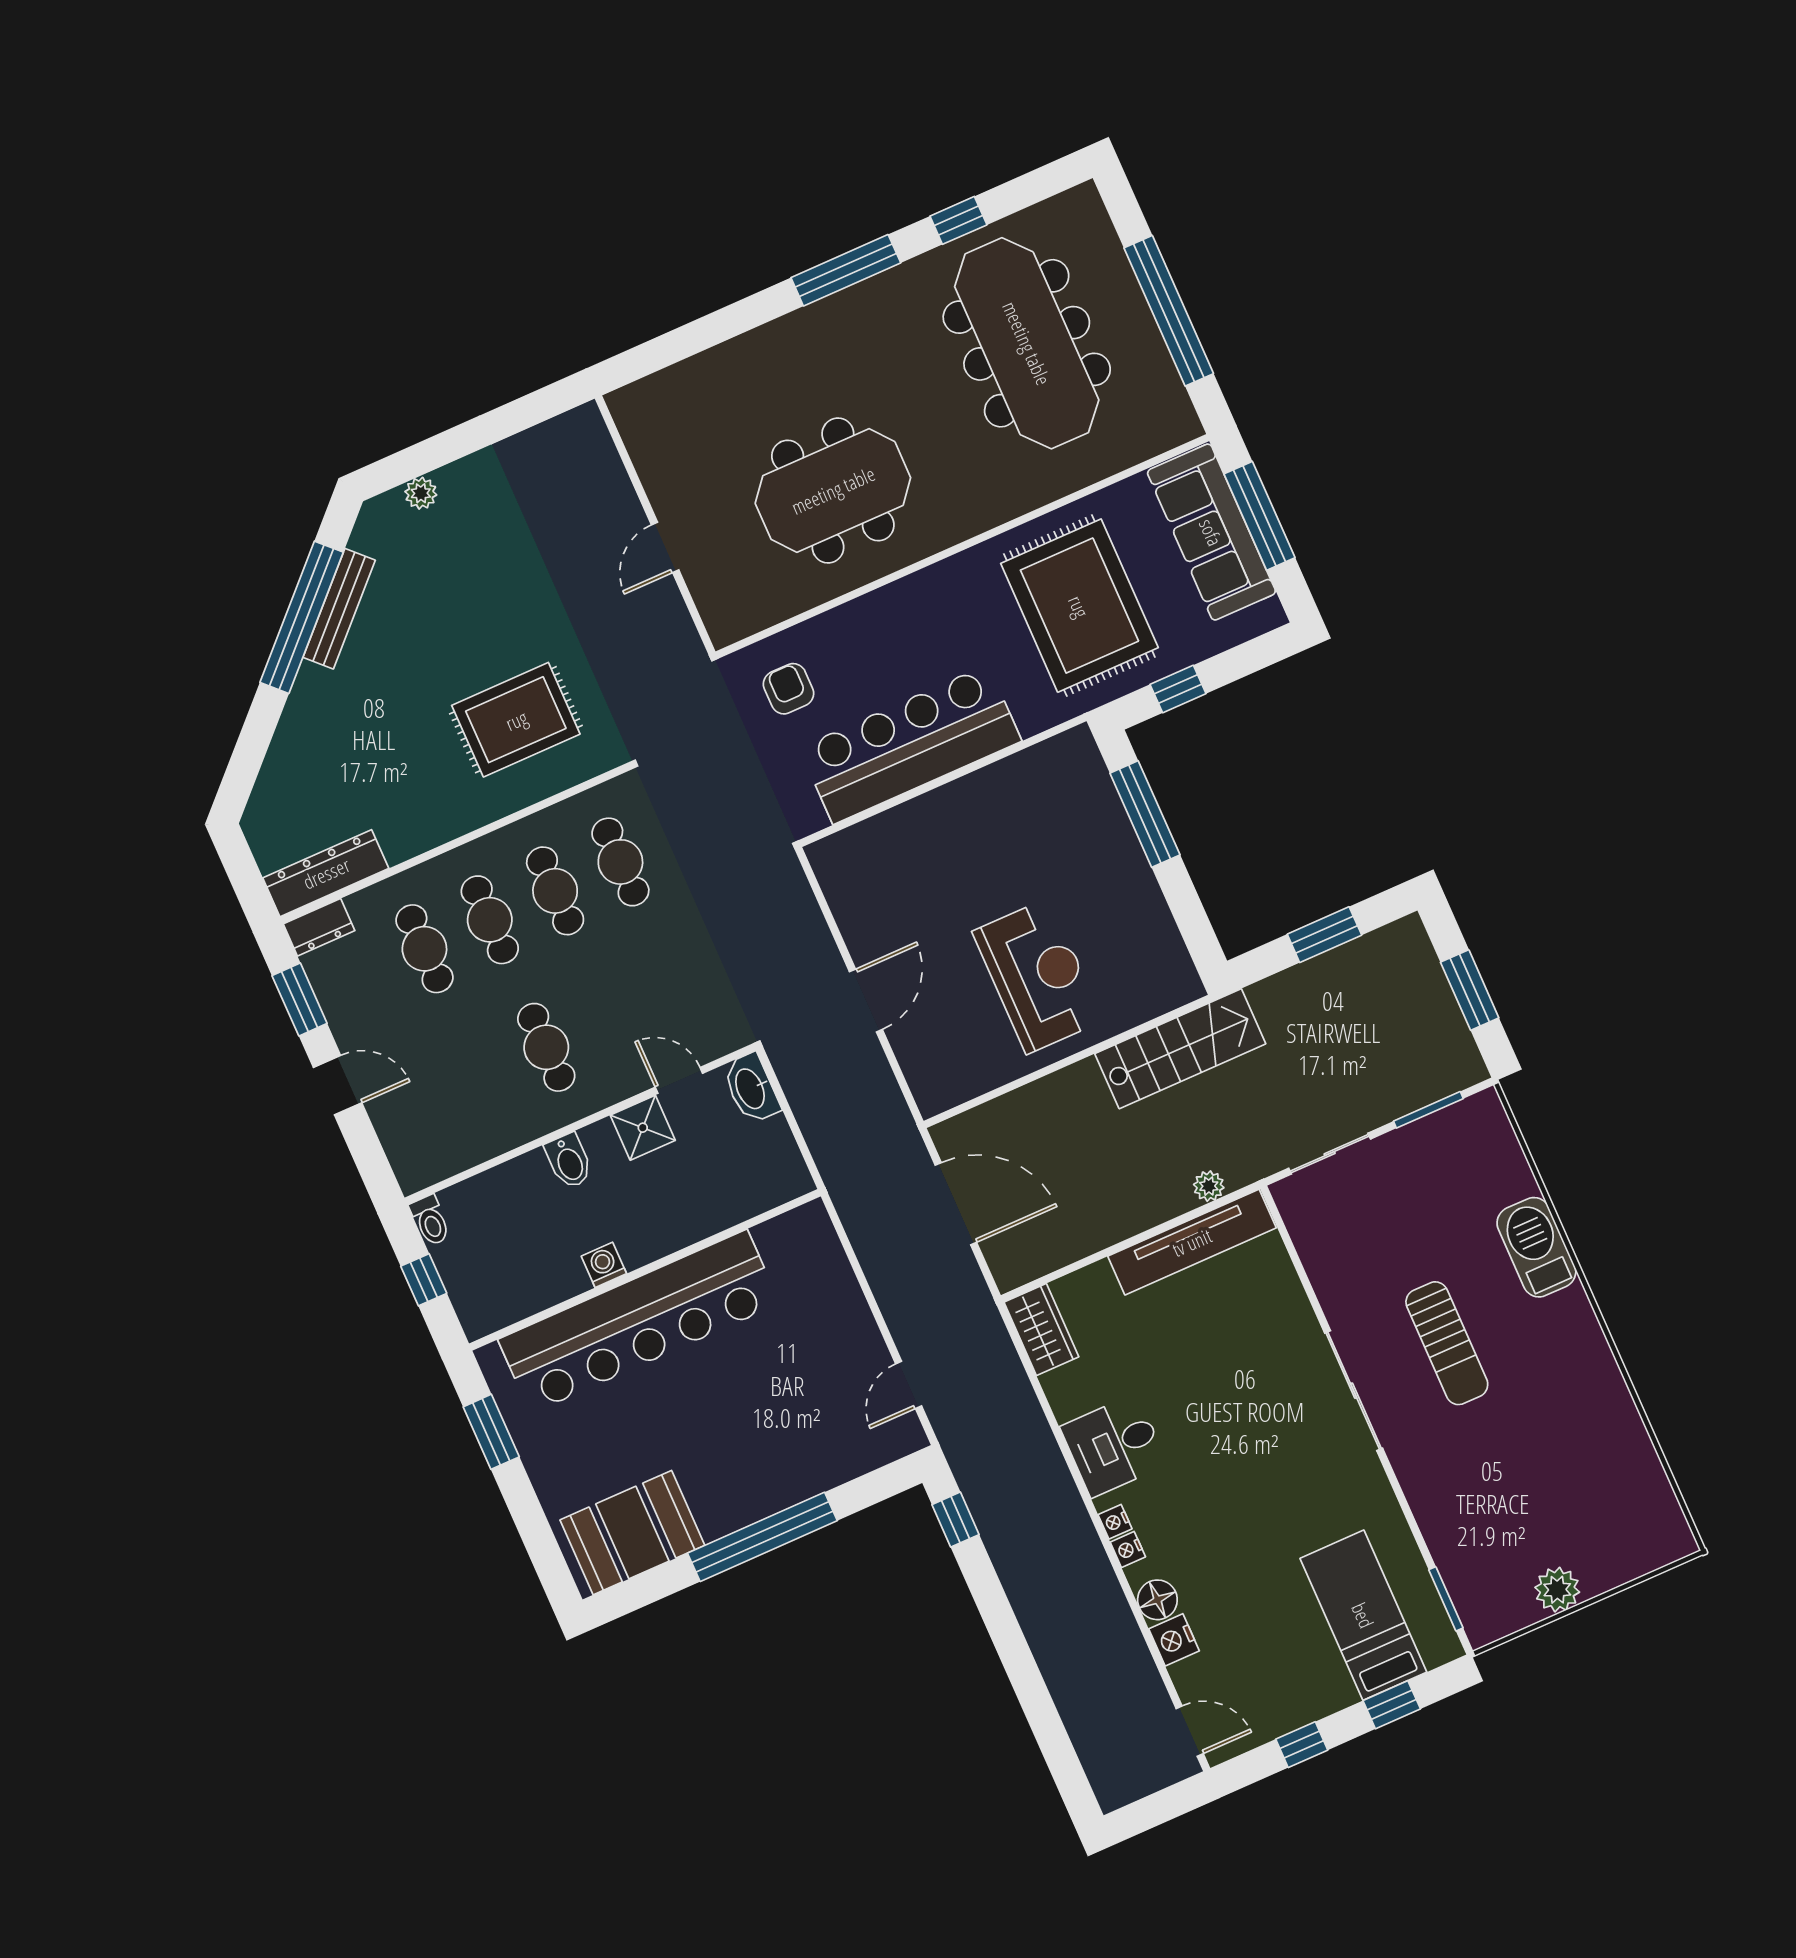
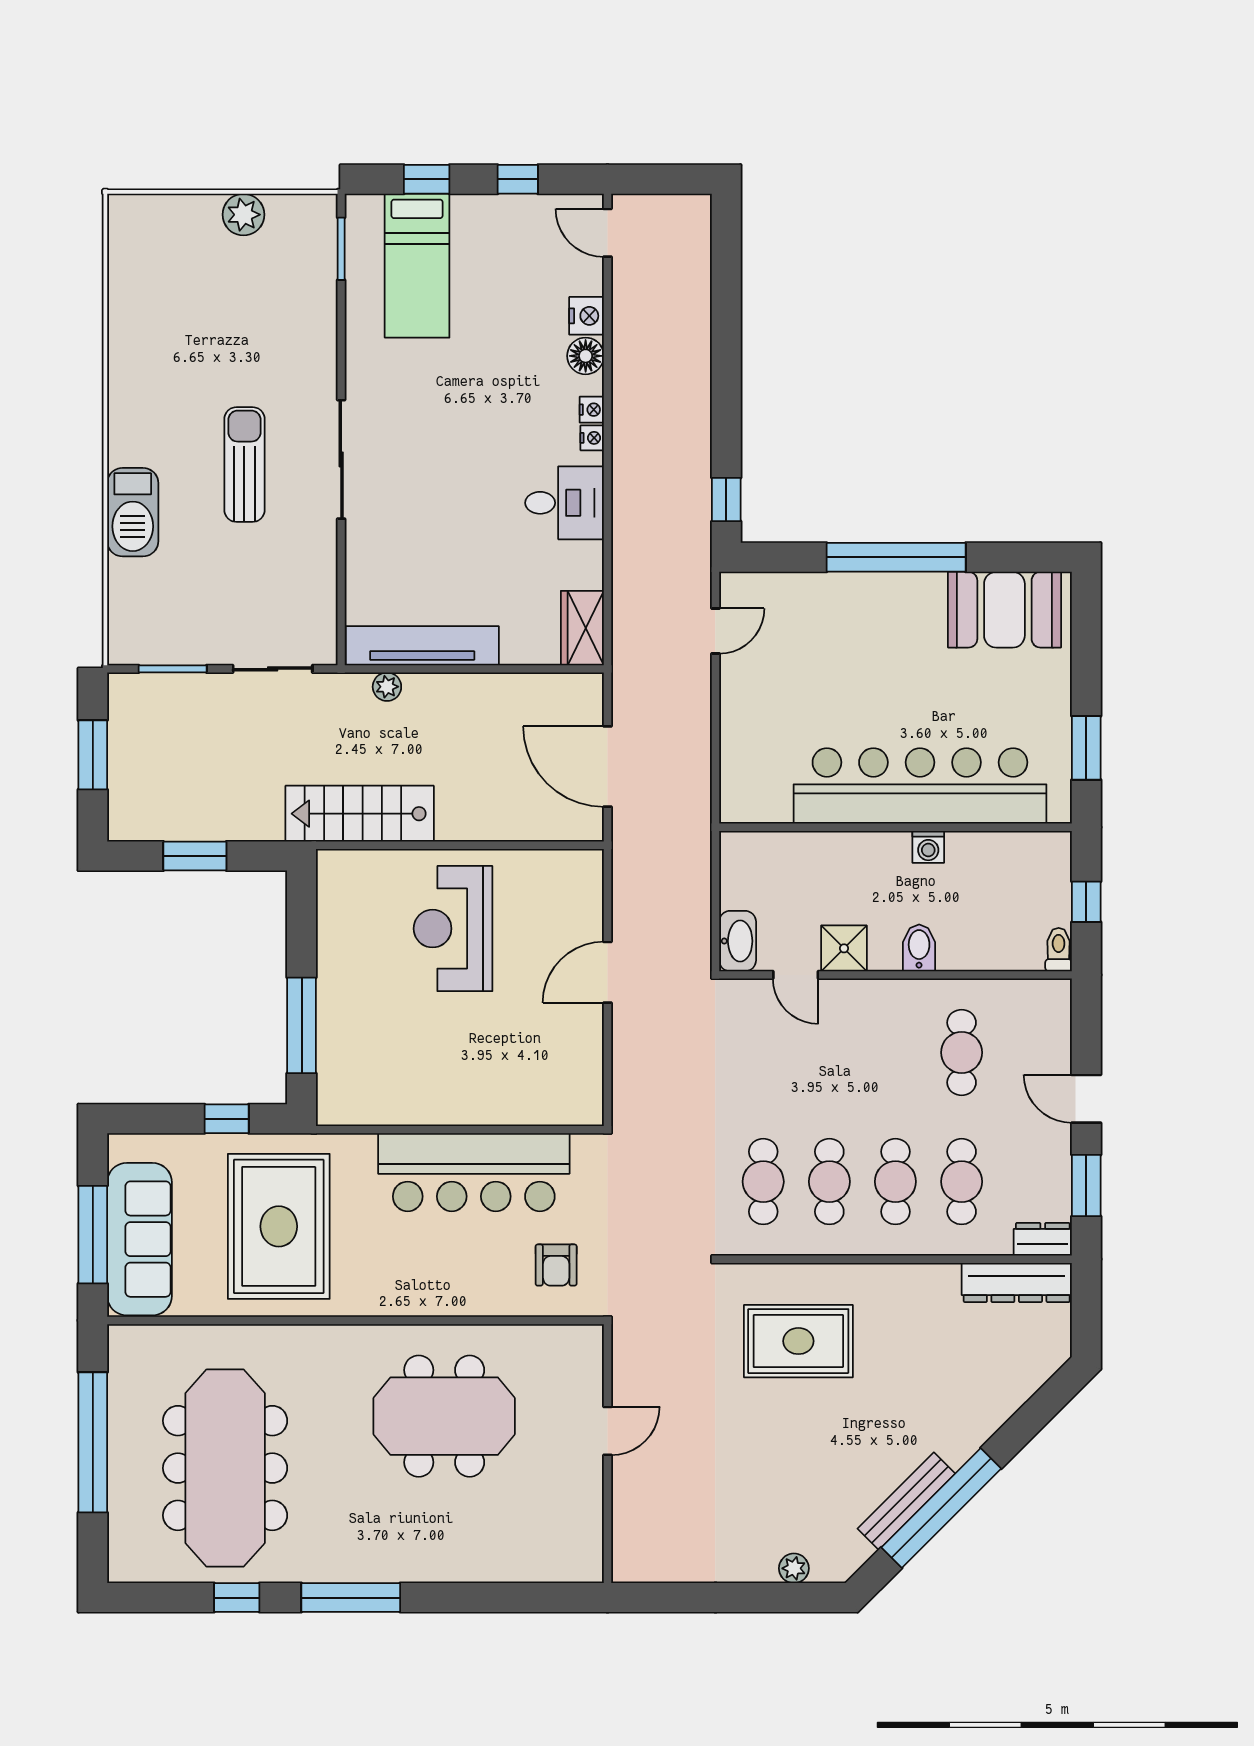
cafe table: (546, 1047) -> (962, 1053), moved

